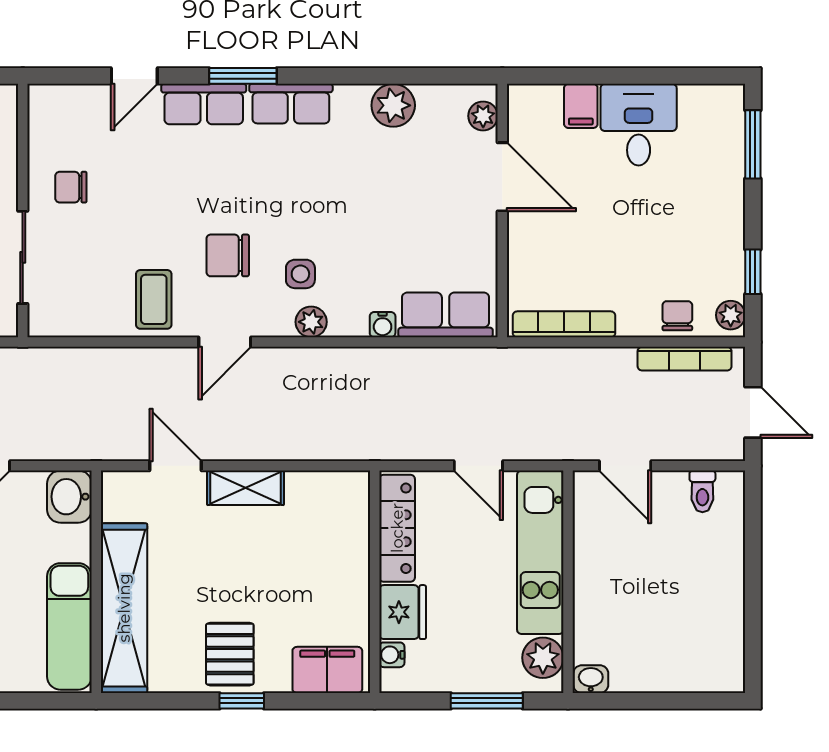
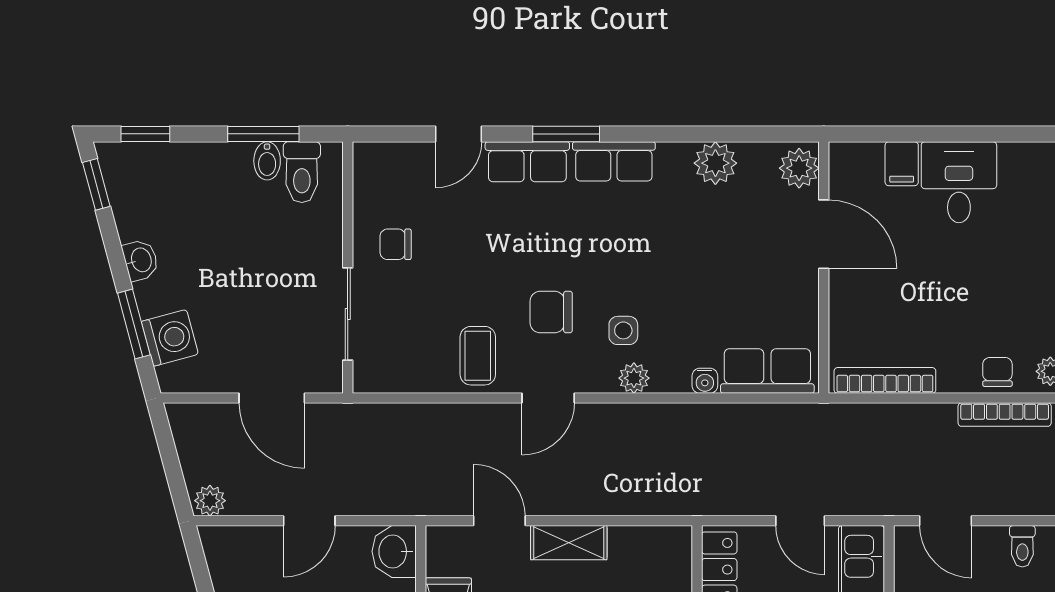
plant: (483, 116) -> (799, 168), width x1.38, depth x1.38

